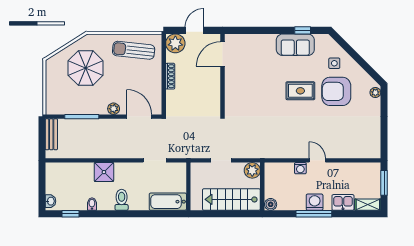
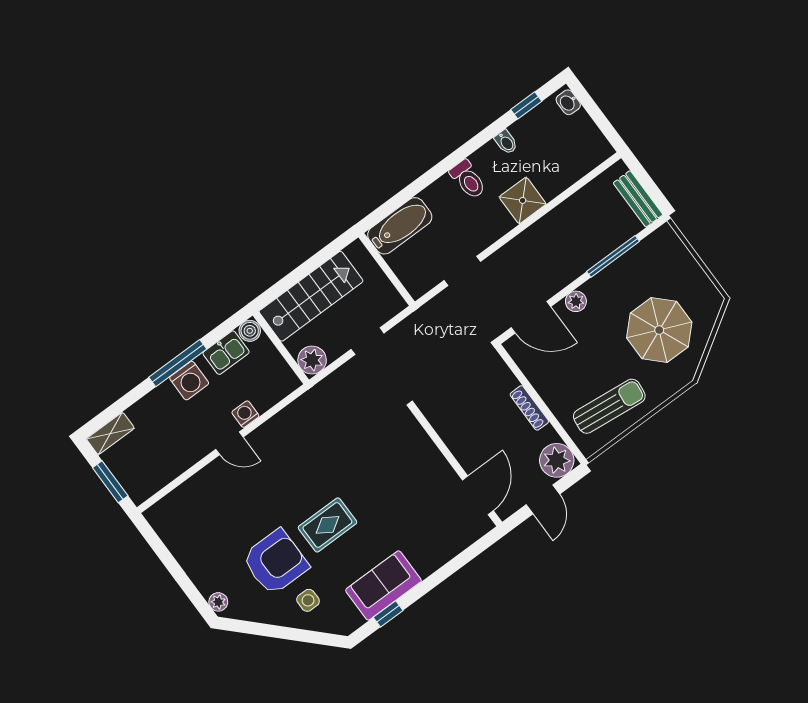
kitchen sink: (343, 202) -> (226, 353), moved

